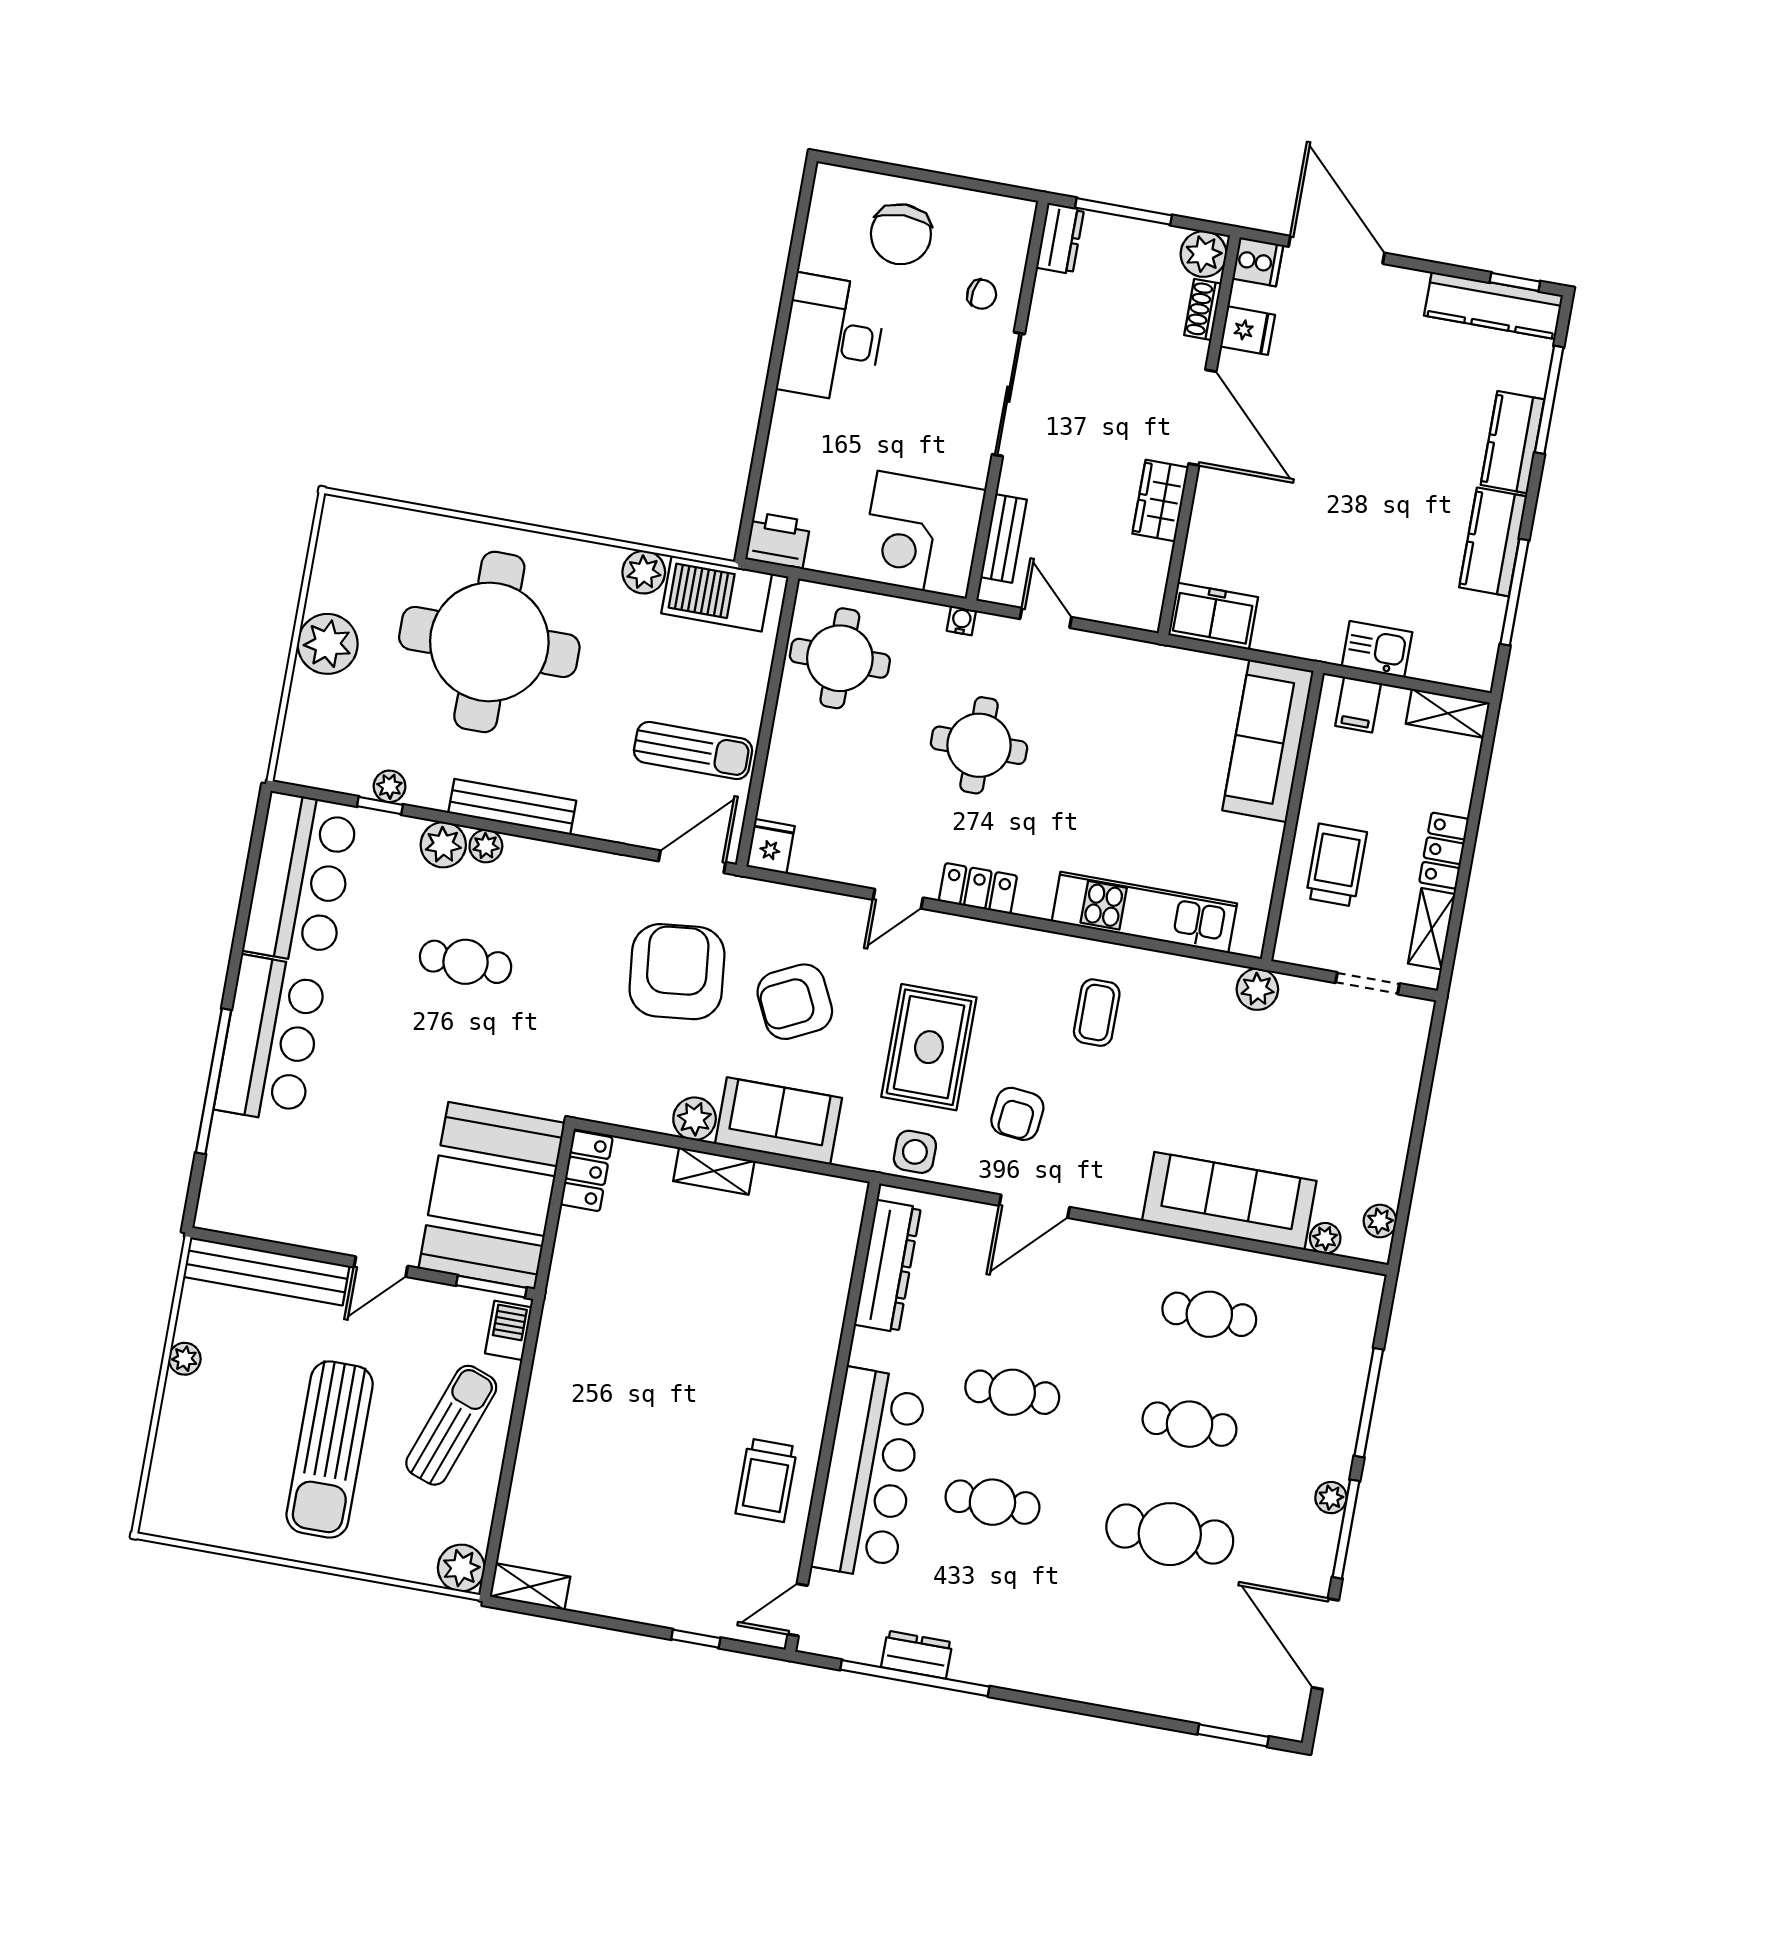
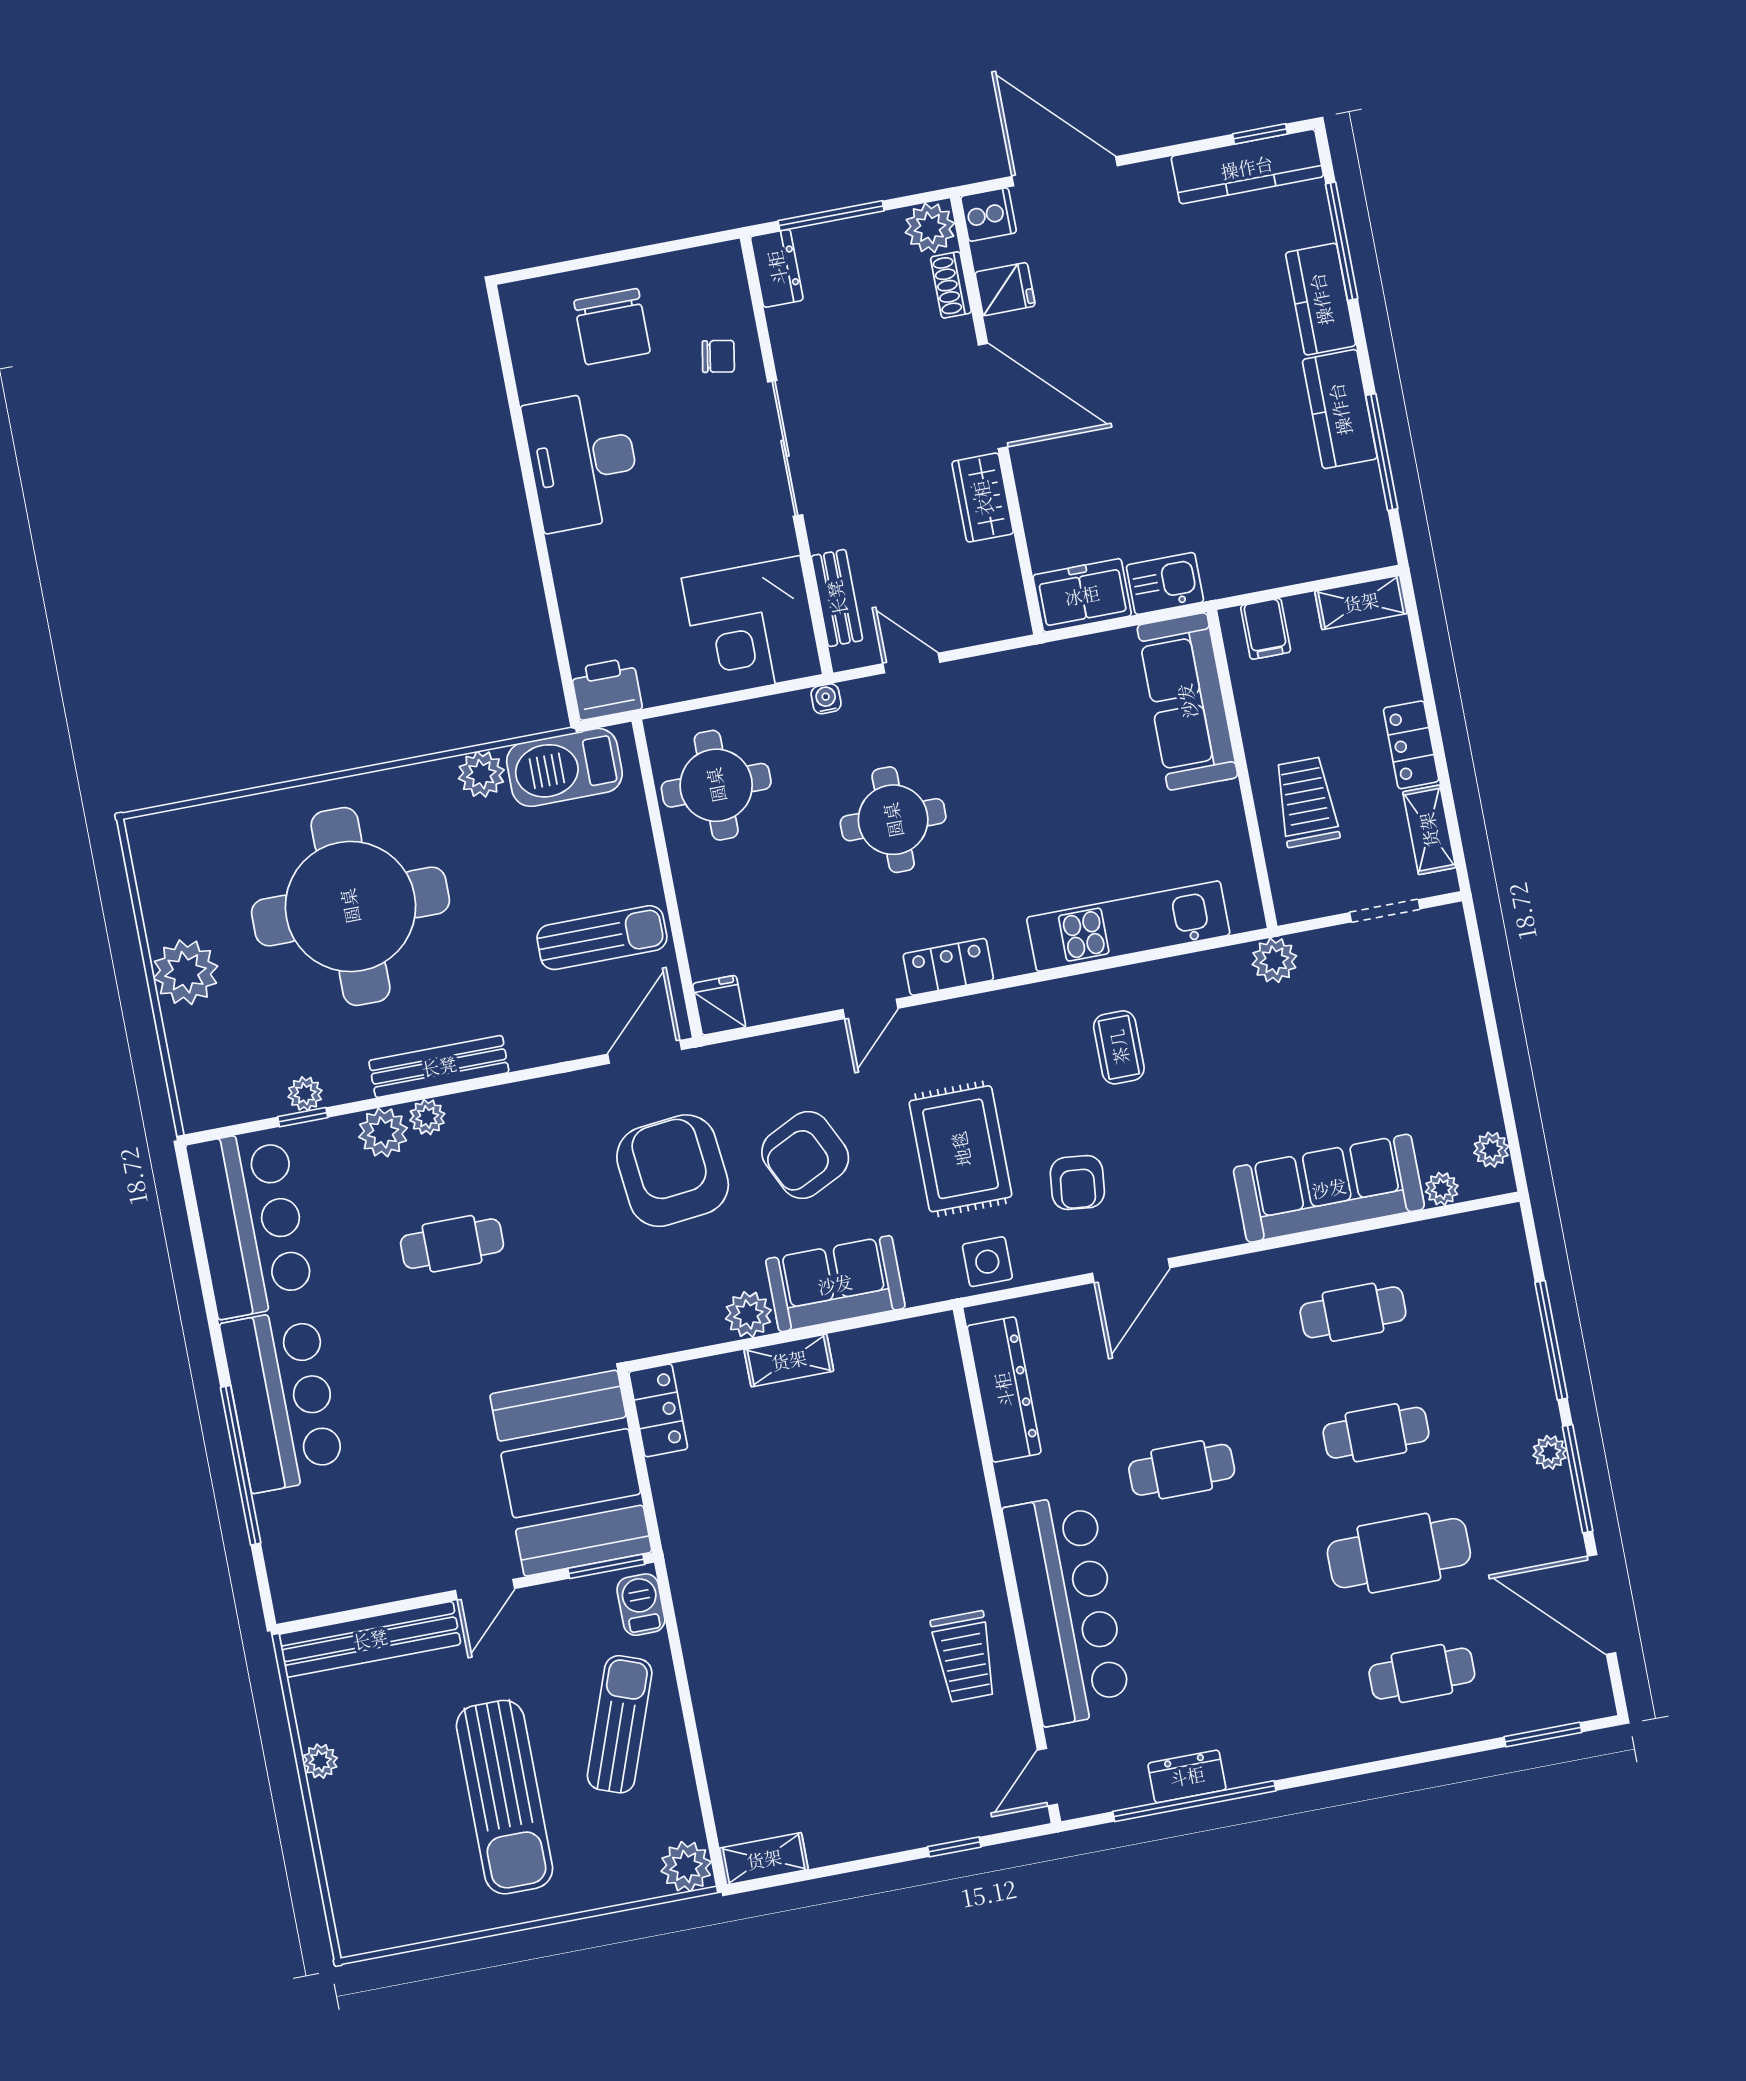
kitchen sink: (1377, 649) -> (1165, 583), moved
cafe table: (992, 1502) -> (1422, 1674), moved

